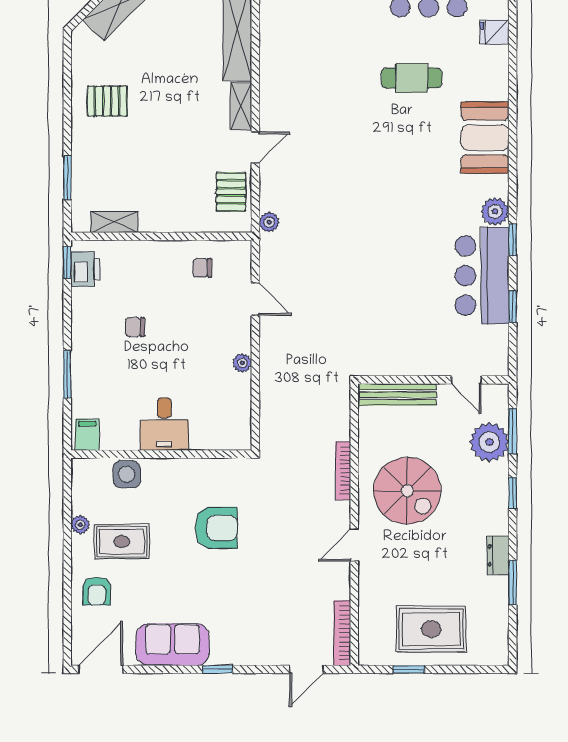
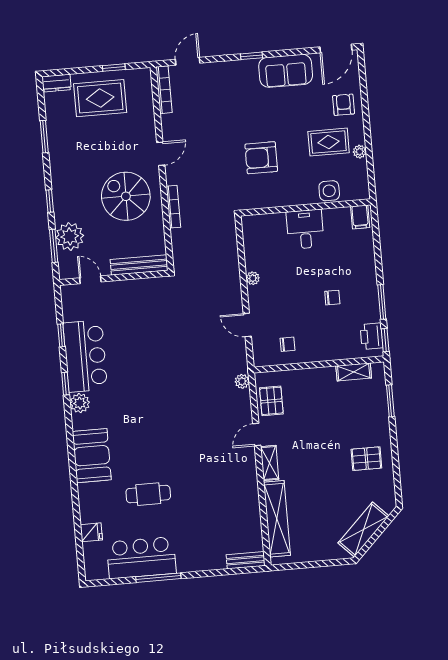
window: (67, 374) -> (382, 302), moved
dresser: (498, 555) -> (56, 83), moved, turned 90

